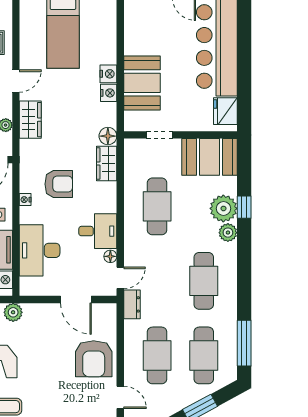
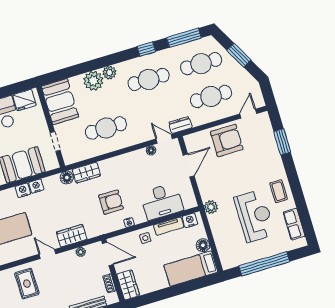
armchair: (59, 184) -> (111, 202), turned 90
window: (244, 207) -> (146, 49), moved
desk: (98, 231) -> (136, 165), removed

